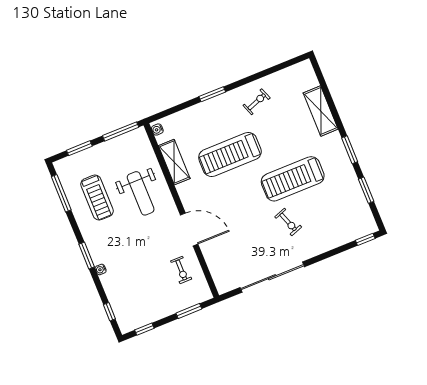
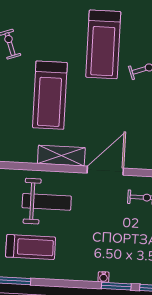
shelving: (174, 162) -> (61, 156), moved
window: (87, 256) -> (116, 286), moved

